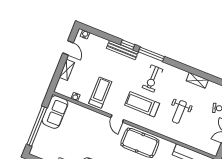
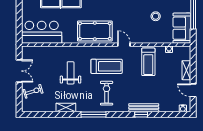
window: (151, 54) -> (94, 115), moved
stool: (76, 134) -> (156, 16), added

